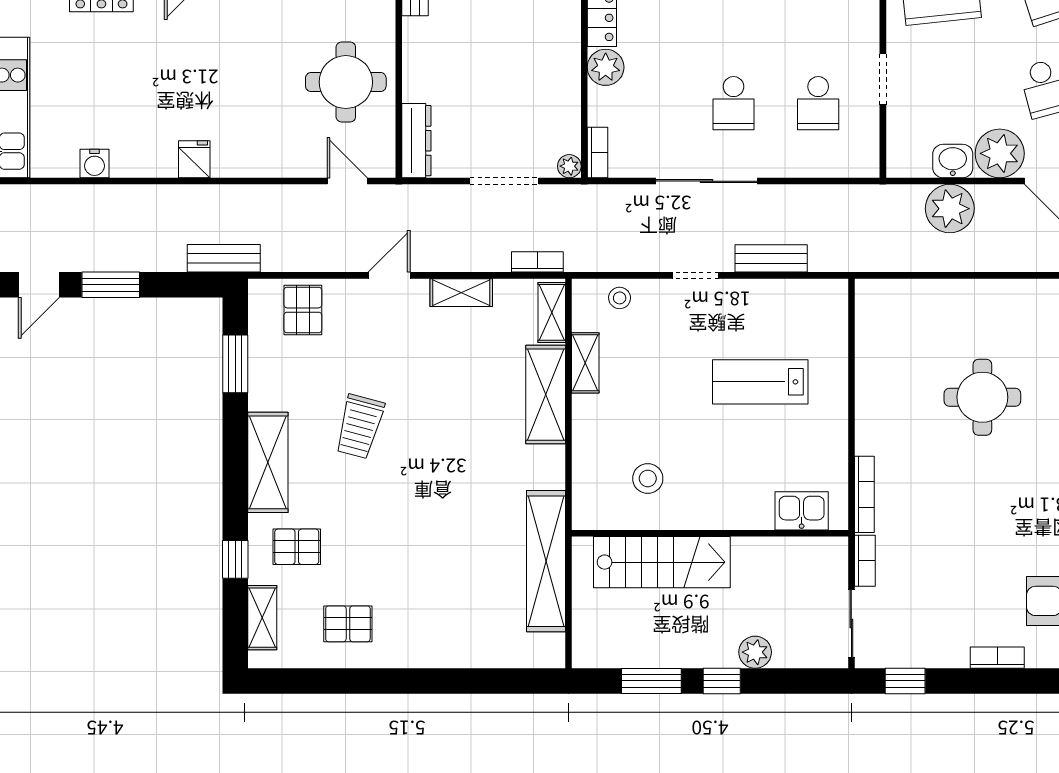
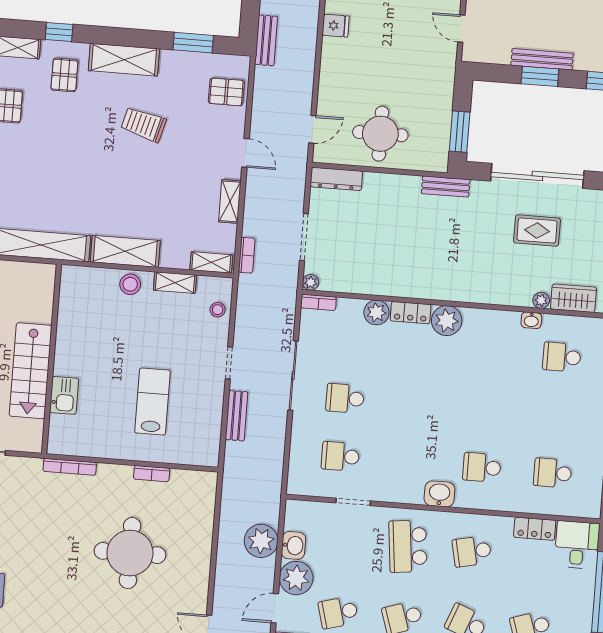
shelving: (546, 395) -> (125, 251), moved
round table: (982, 397) -> (130, 553), width x1.36, depth x1.36
stool: (648, 478) -> (130, 284), moved
kitchen sink: (802, 511) -> (64, 395), moved
bookcase: (865, 561) -> (152, 474), moved
stairs: (662, 562) -> (31, 371), moved

